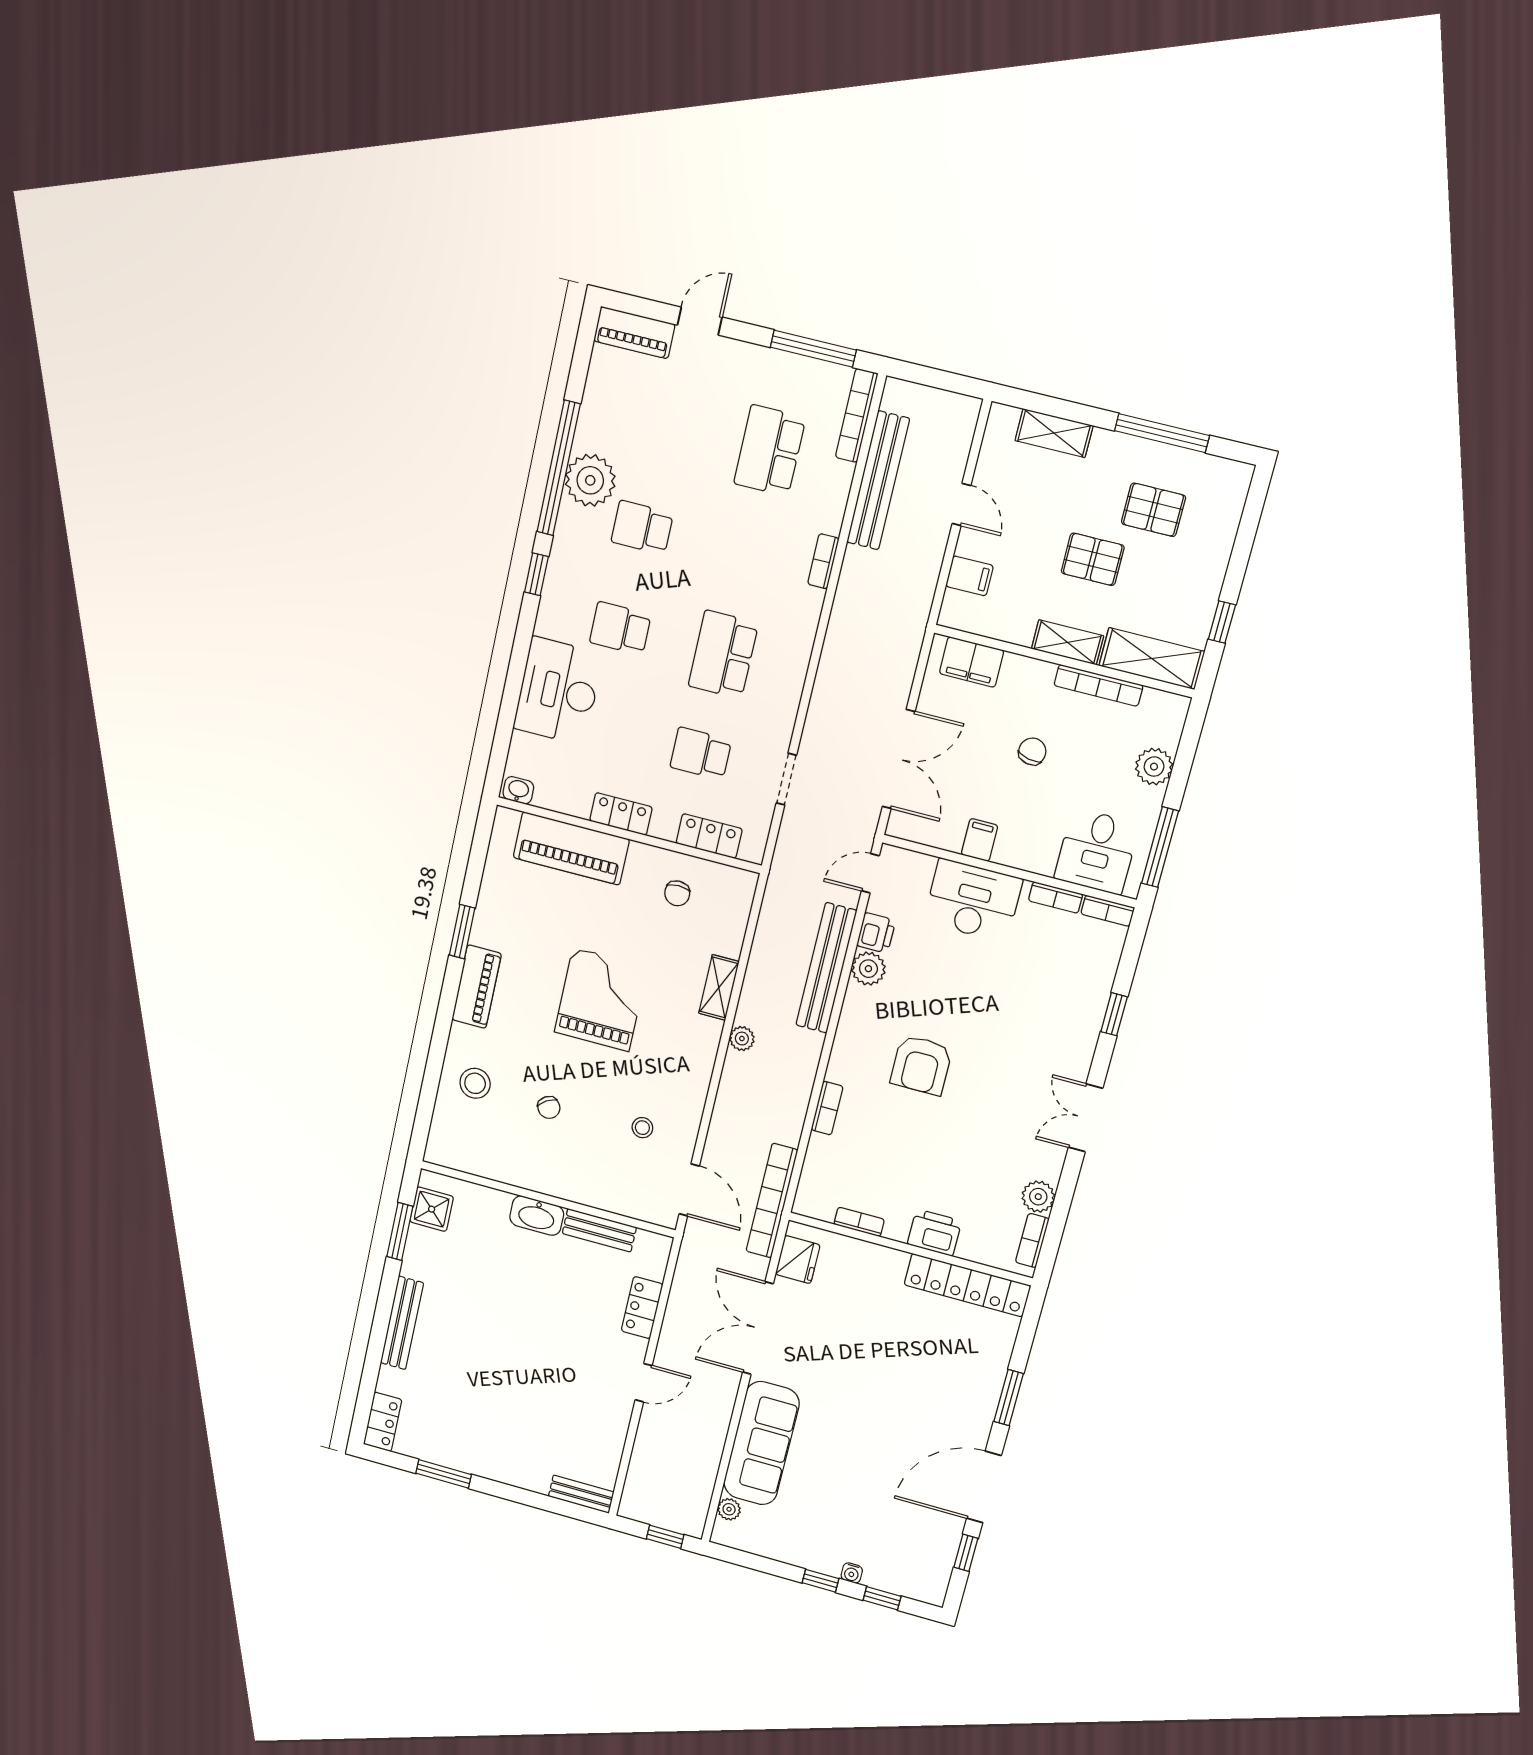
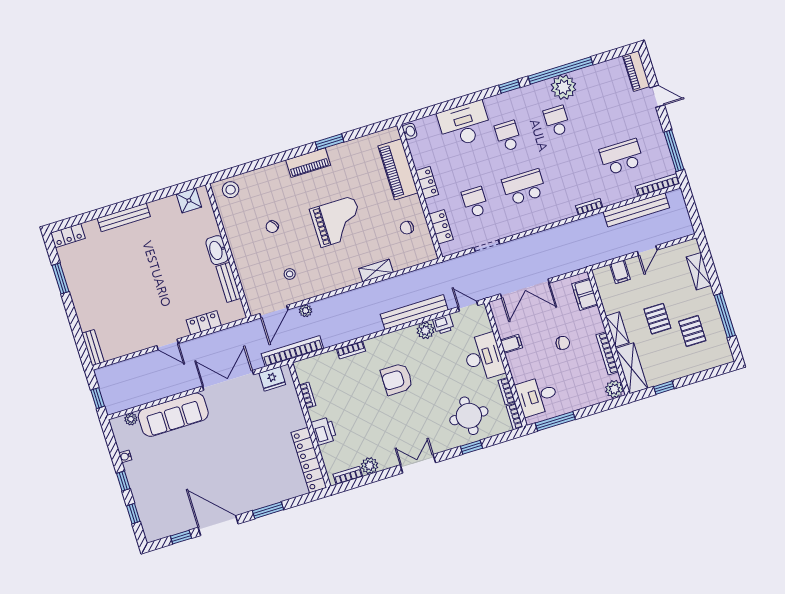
plant: (1154, 767) -> (614, 389), moved
round table: (1058, 986) -> (469, 416), added
plant: (742, 1039) -> (306, 311), moved
stool: (475, 1083) -> (231, 190), moved
window: (400, 1231) -> (168, 192), removed
water cooler: (852, 1573) -> (125, 456), moved

